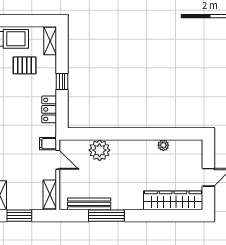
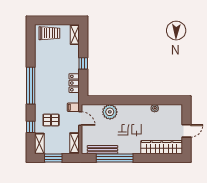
pallet: (25, 65) -> (51, 120), moved
window: (106, 216) -> (115, 158), width x1.46

